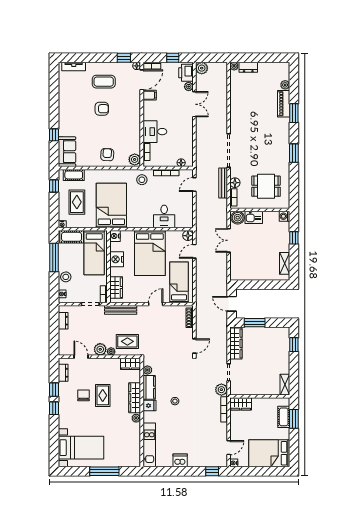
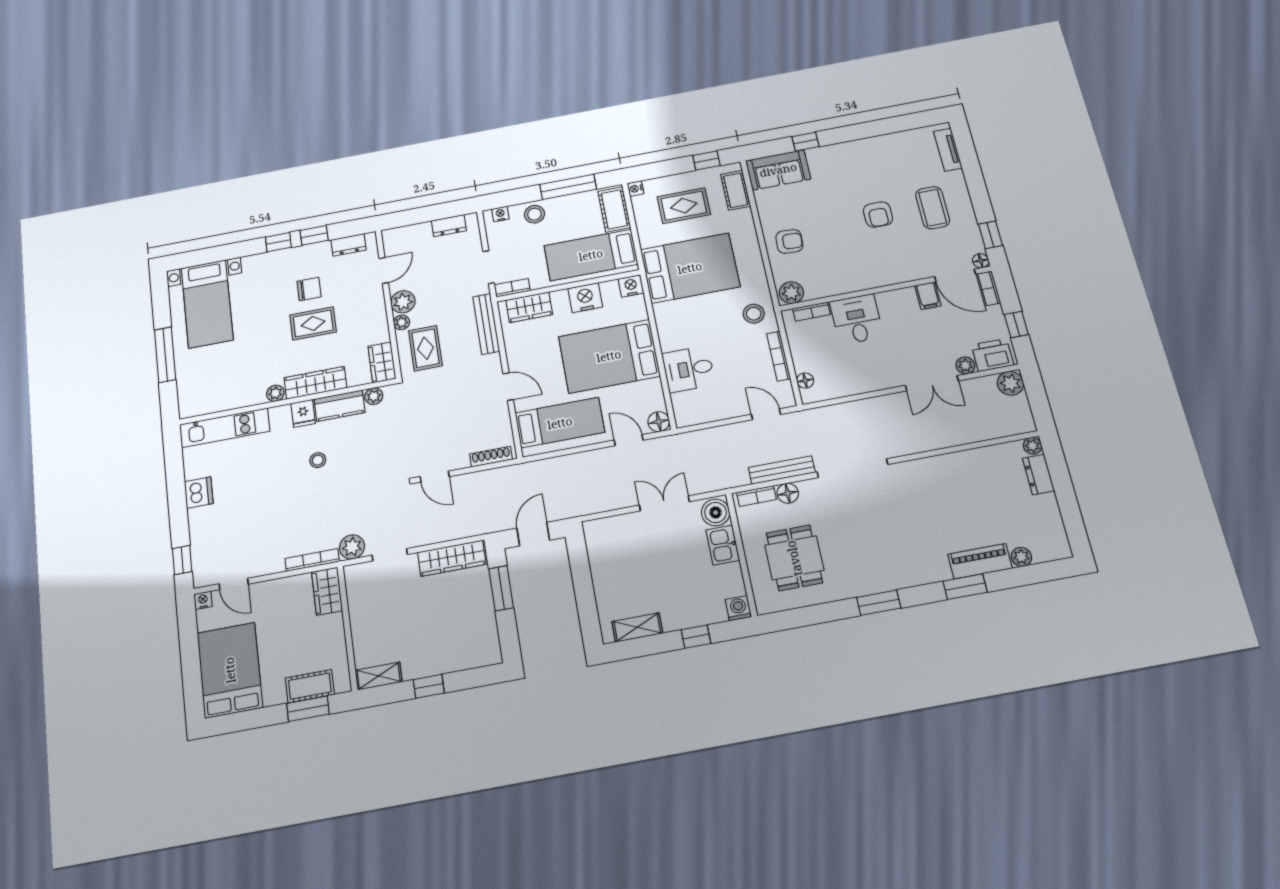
window: (294, 345) -> (429, 686), moved

